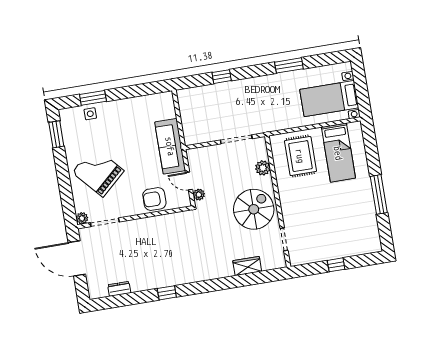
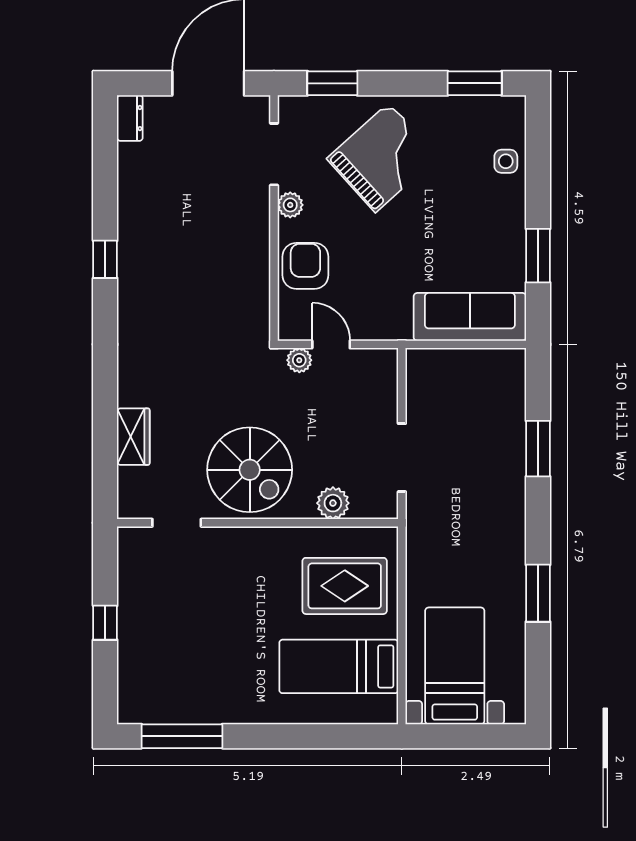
window: (222, 77) -> (538, 449), width x1.50
window: (93, 98) -> (538, 256), moved
sofa: (170, 146) -> (470, 317), moved
door: (189, 181) -> (331, 344), hinge flipped
window: (379, 194) -> (182, 736), moved
window: (67, 201) -> (332, 83), added
plant: (82, 218) -> (290, 205), moved
dresser: (119, 289) -> (130, 118), moved

